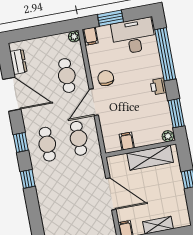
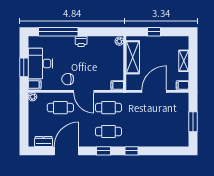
desk: (133, 36) -> (40, 64), moved
window: (176, 113) -> (103, 32), removed
filing cabinet: (127, 141) -> (117, 85), moved

